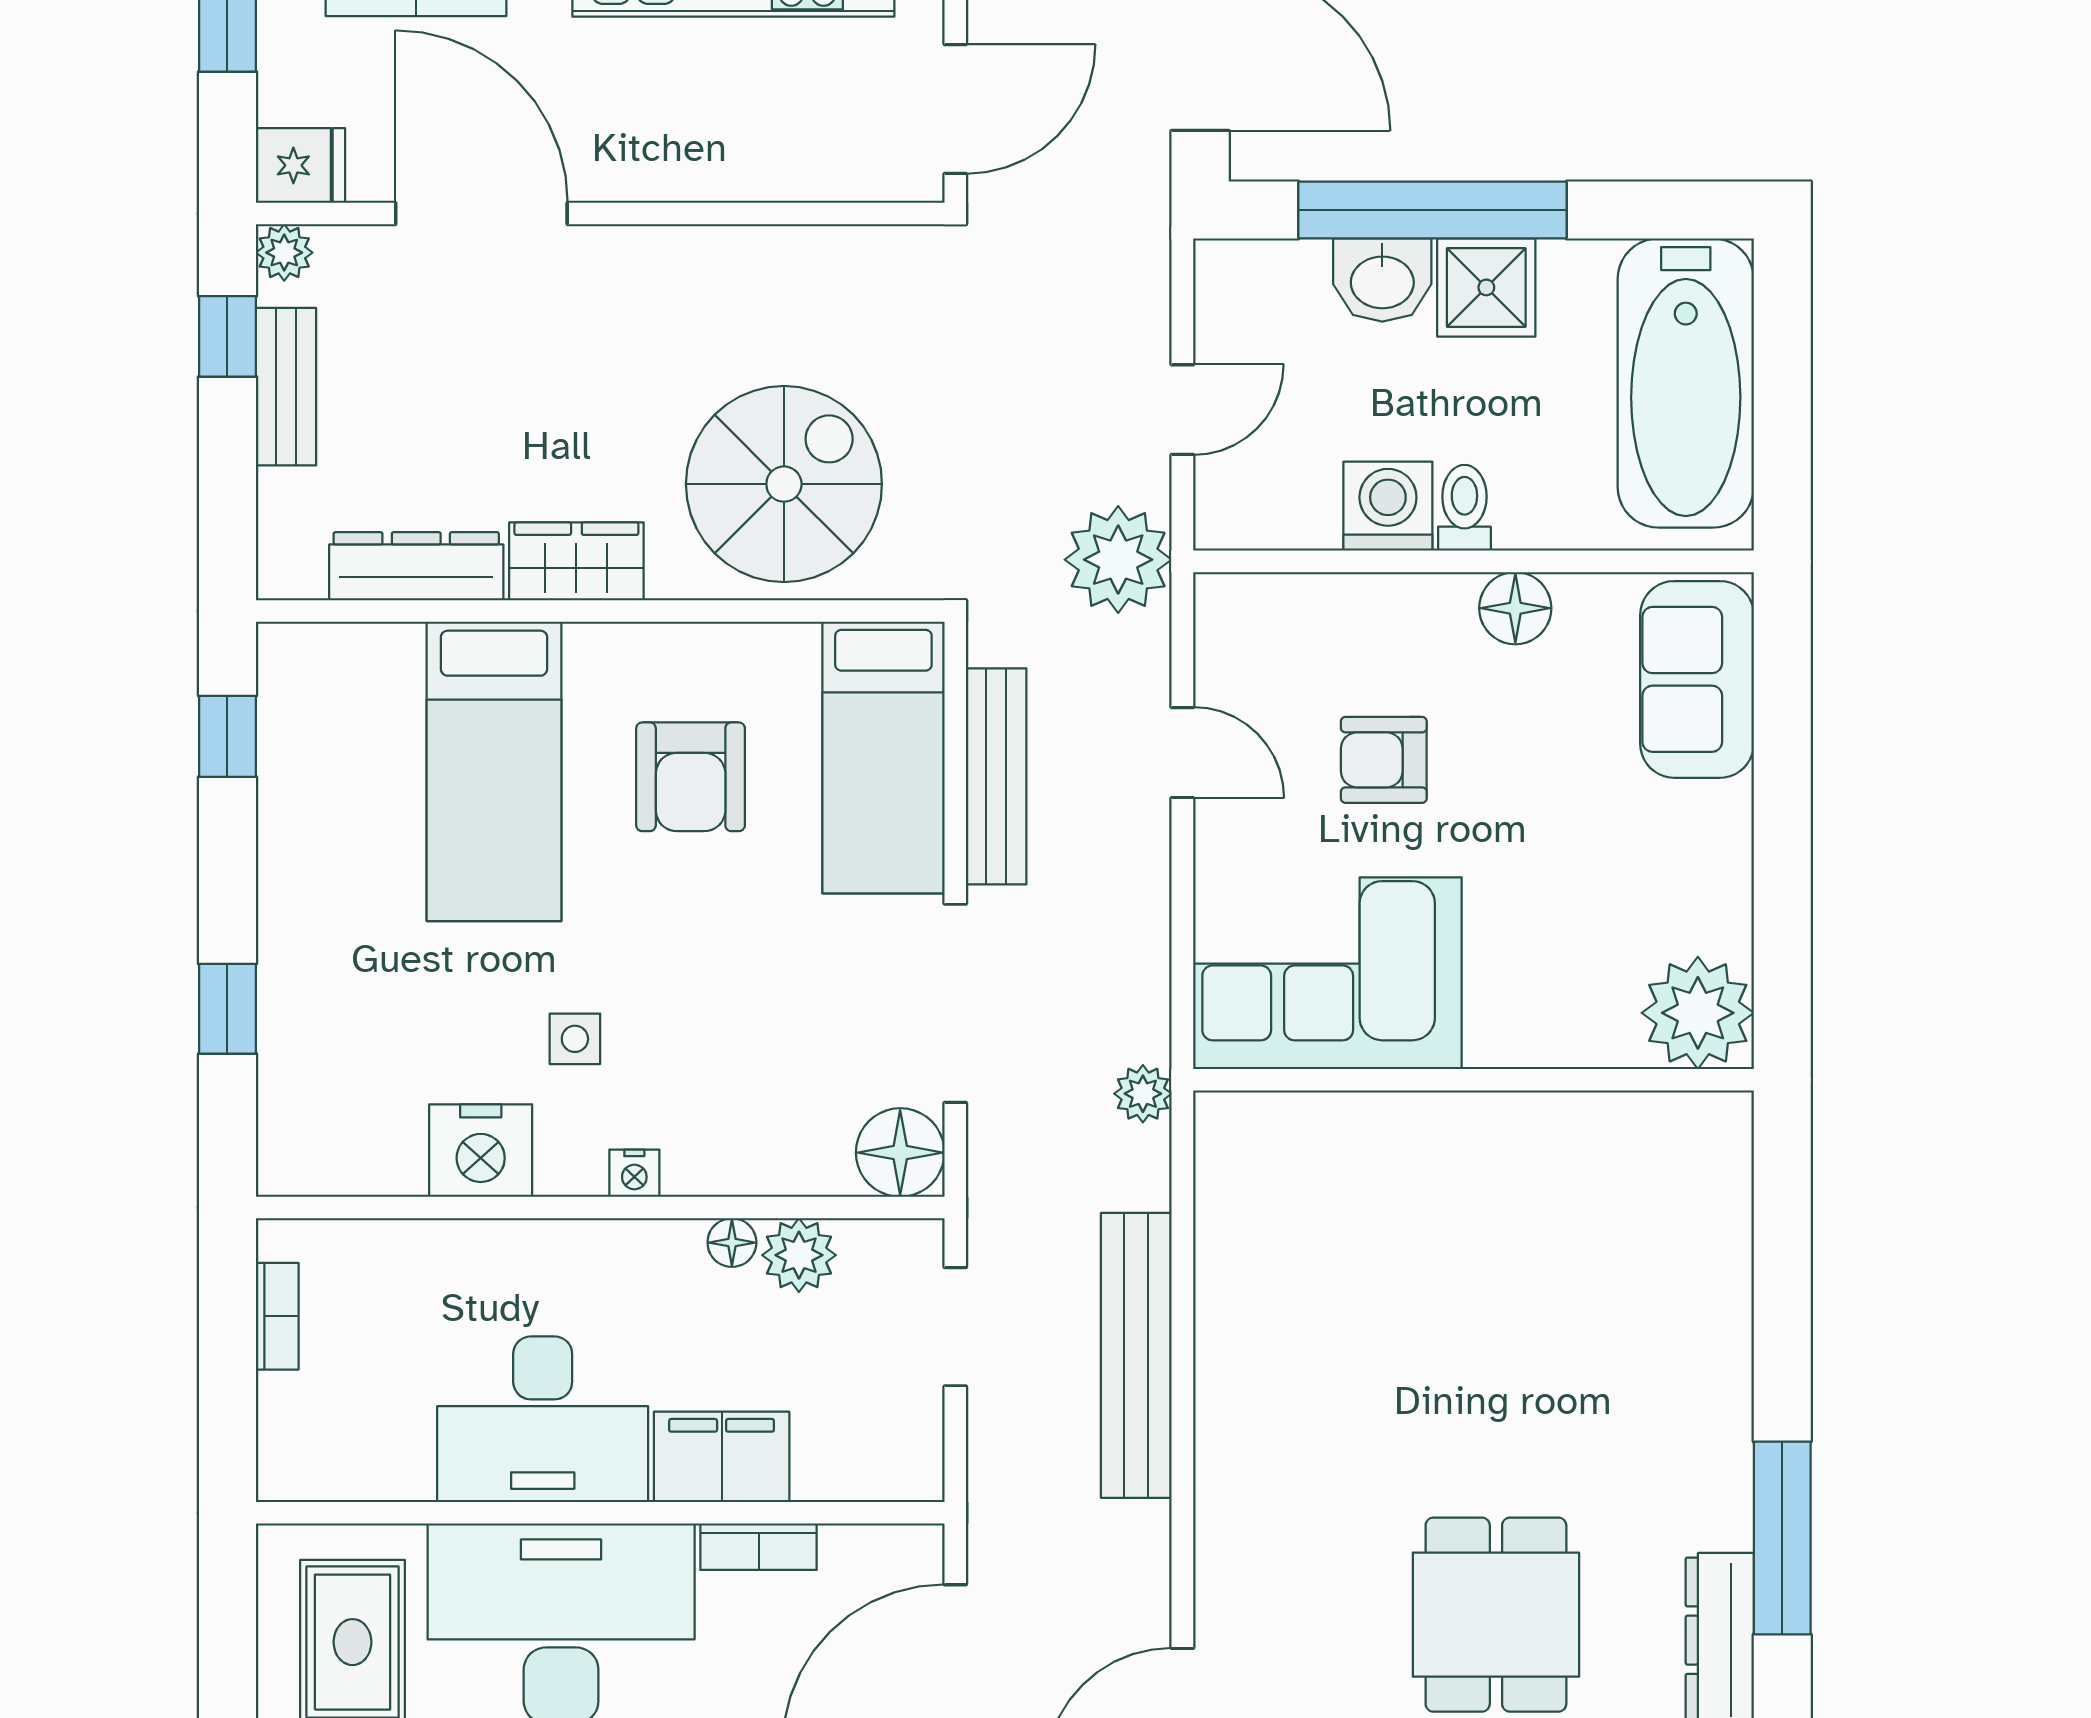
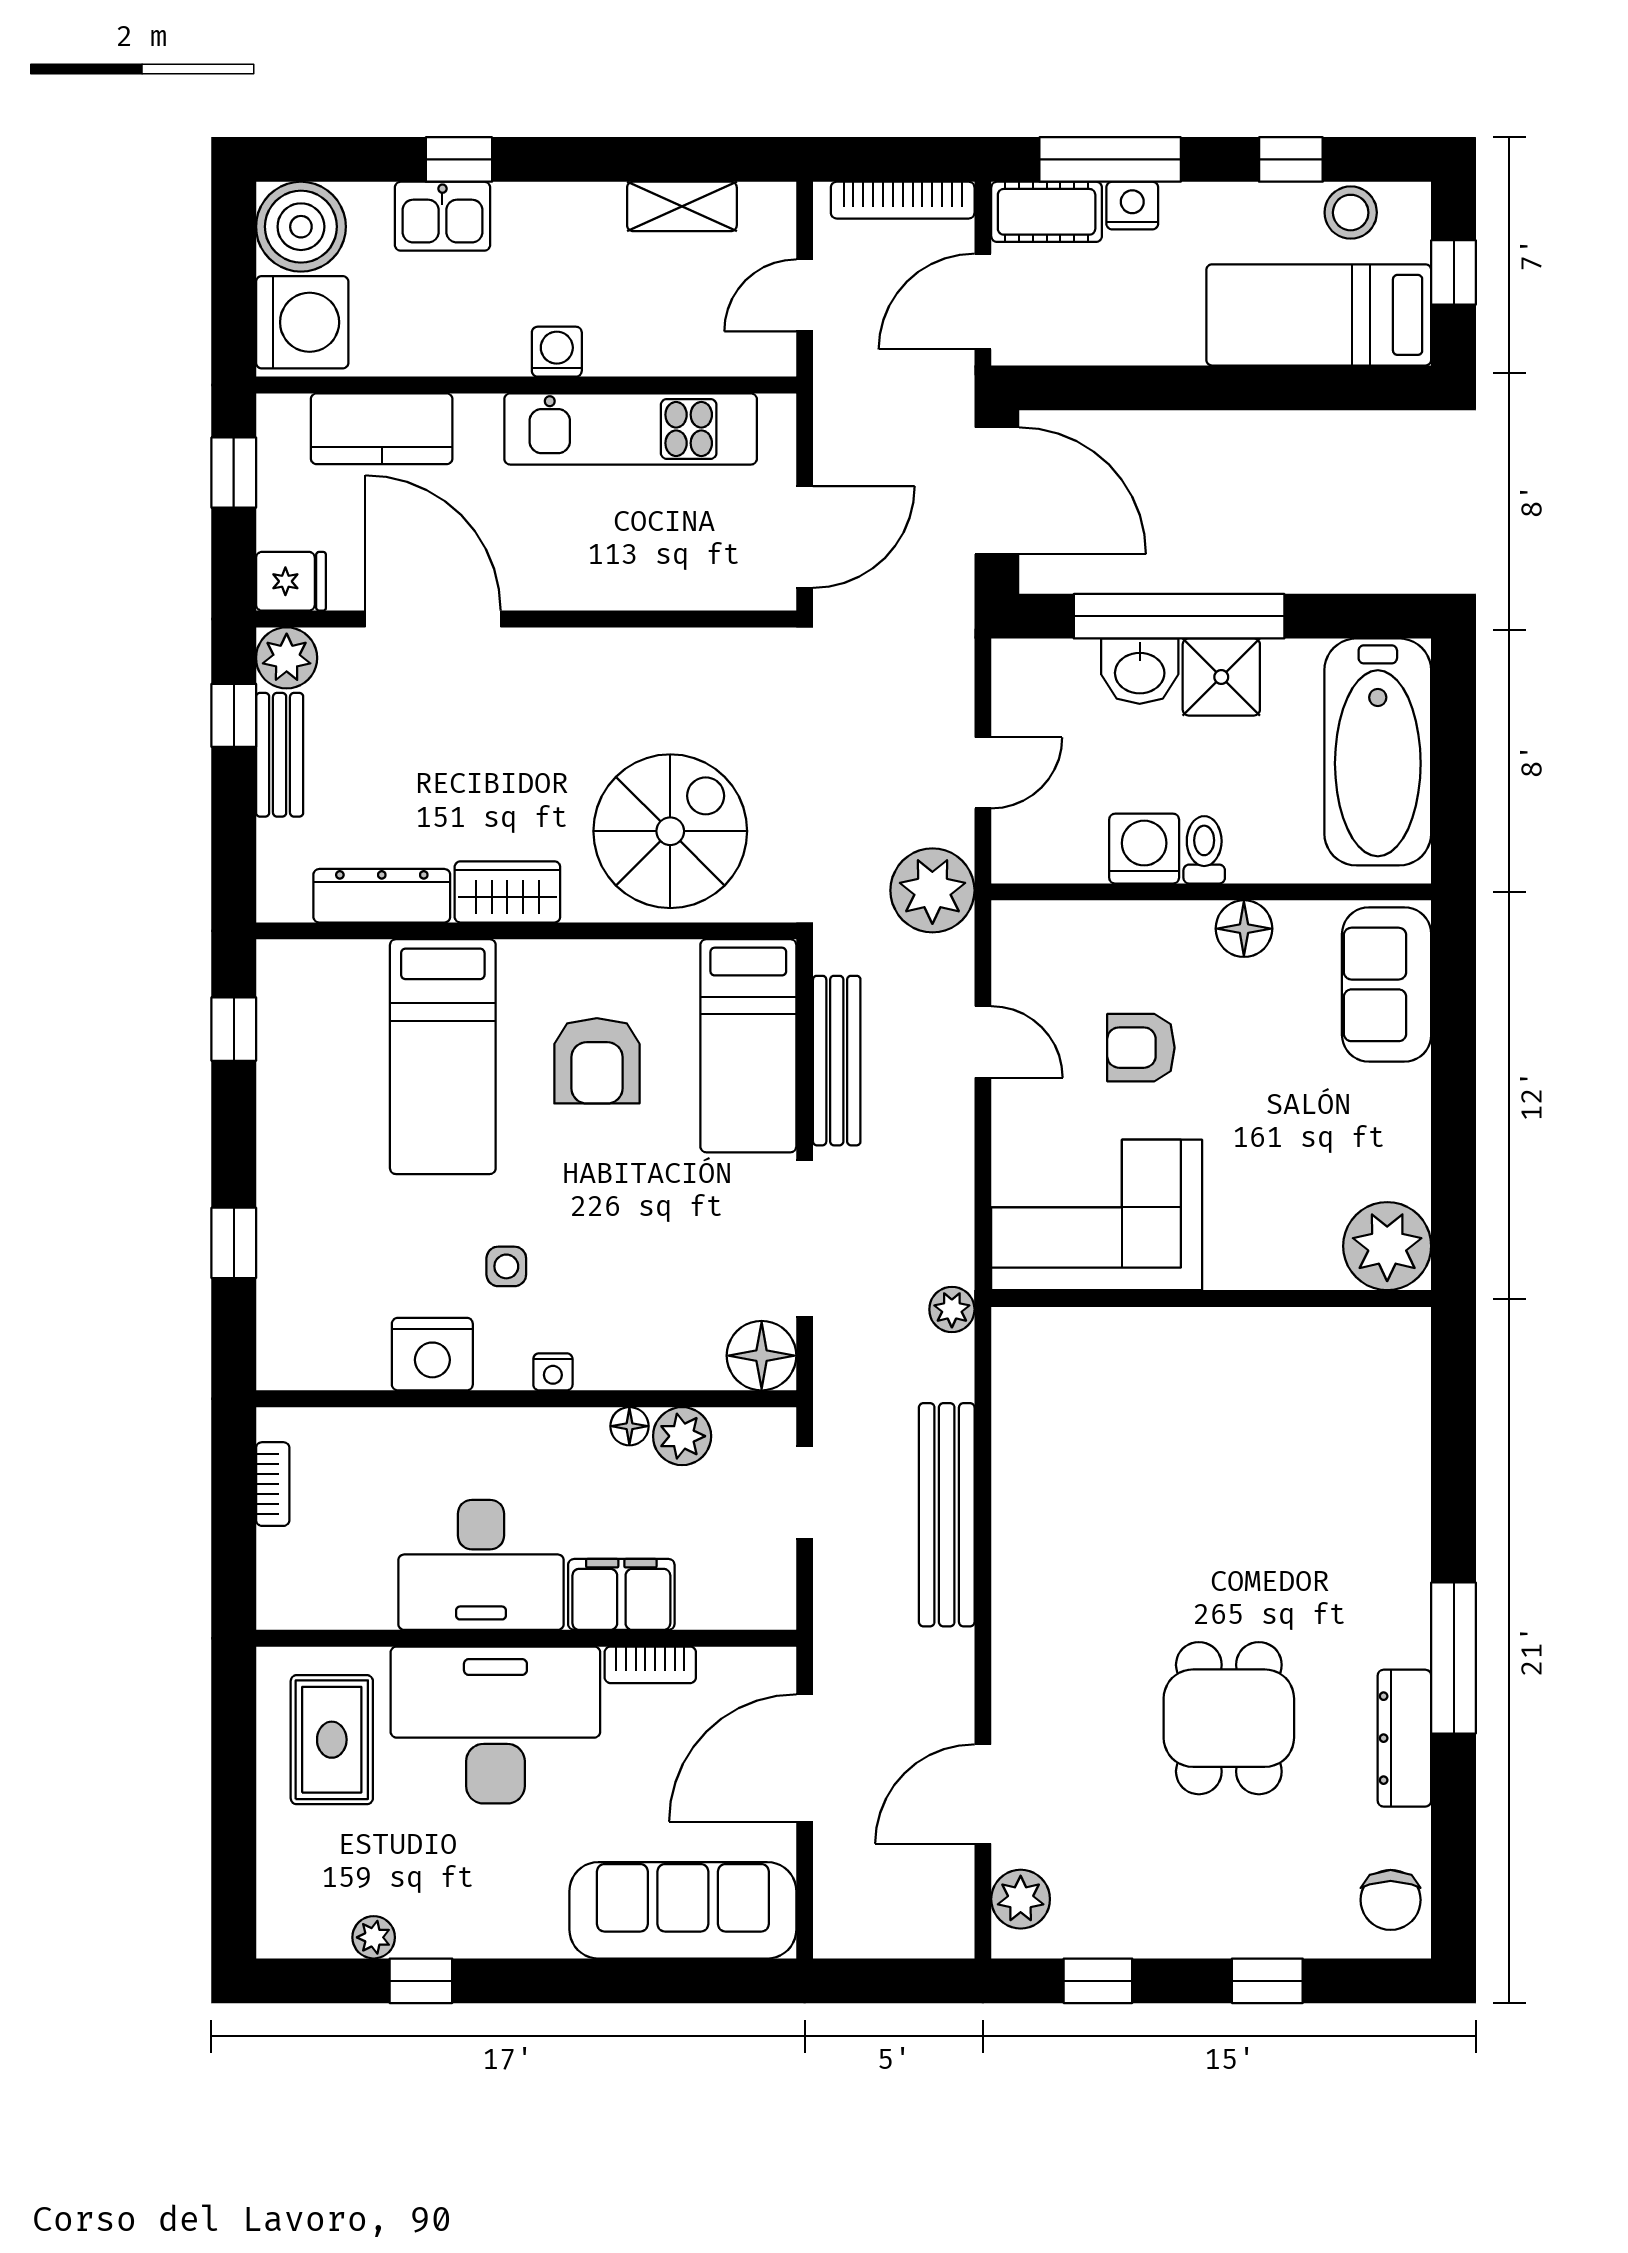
plant: (284, 253) -> (287, 658), width x1.38, depth x1.38

